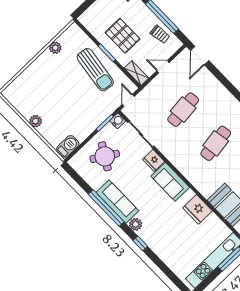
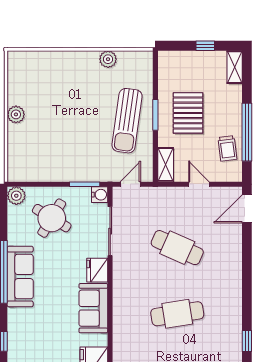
cafe table: (183, 110) -> (177, 248), turned 30
barbecue: (68, 146) -> (24, 172), removed
plant: (136, 224) -> (16, 196), moved

